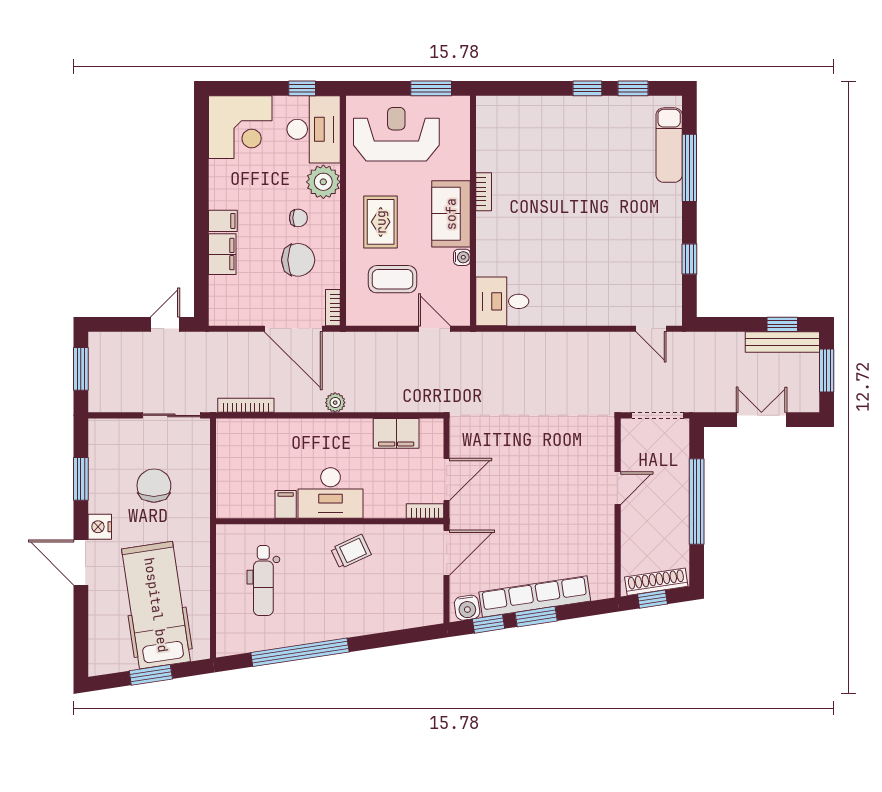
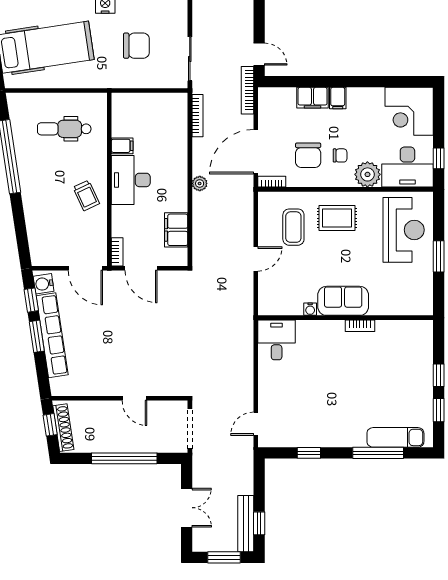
bookcase: (484, 192) -> (360, 326), moved
wall: (473, 211) -> (346, 318), moved
sofa: (451, 214) -> (343, 301), moved
chair: (298, 218) -> (340, 155), turned -90
water cooler: (462, 257) -> (310, 309), moved
desk: (502, 301) -> (277, 340), moved
bookcase: (213, 340) -> (247, 90), added

